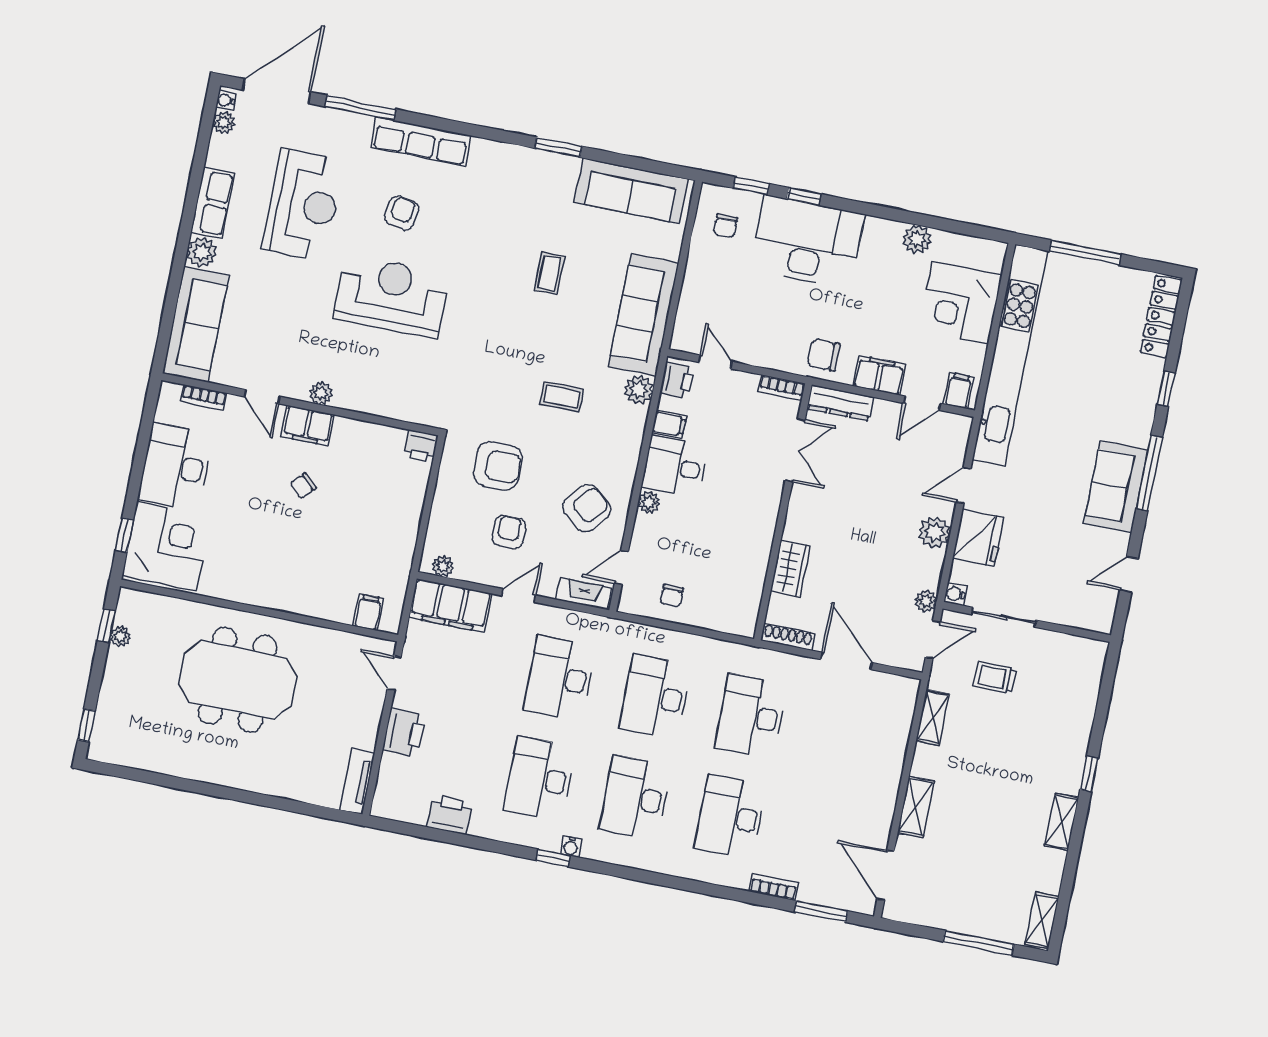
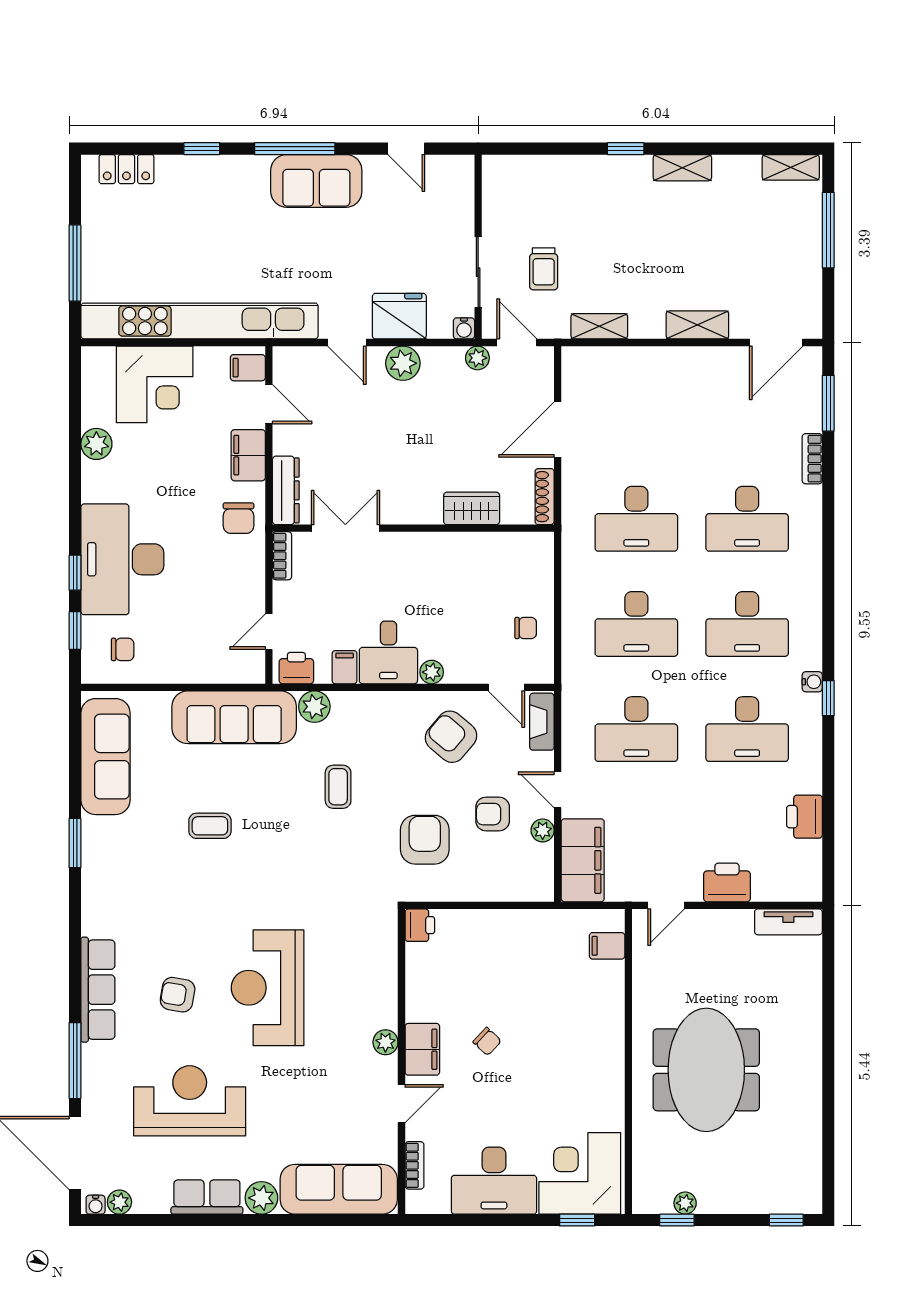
locker: (1161, 316) -> (126, 169), width x0.66
plant: (443, 566) -> (543, 830), moved

